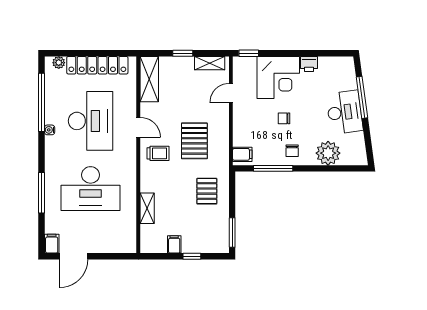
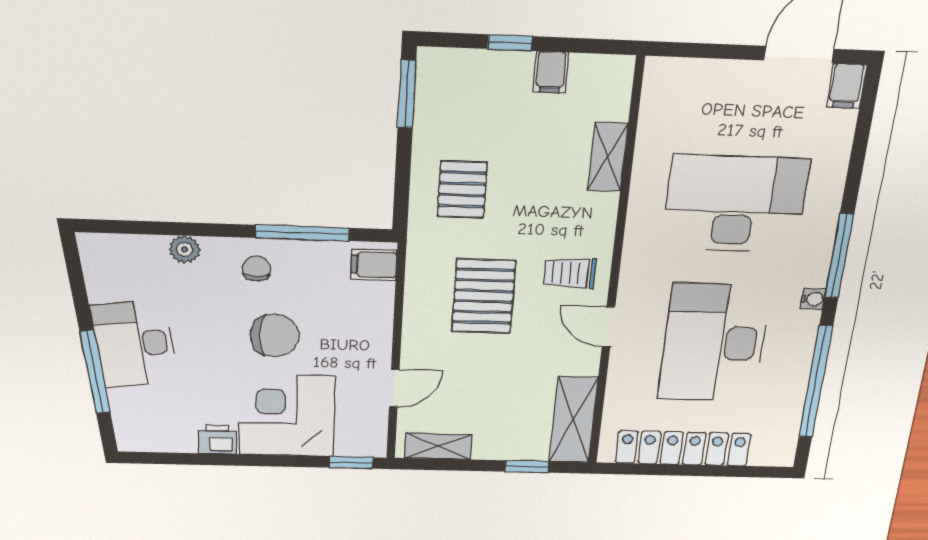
window: (183, 53) -> (527, 467), moved
plant: (59, 63) -> (765, 455), removed
chair: (284, 118) -> (275, 335), width x1.87, depth x1.87
water cooler: (50, 130) -> (813, 299), moved
plant: (328, 153) -> (185, 249), width x0.53, depth x0.53
window: (41, 193) -> (839, 256), moved

